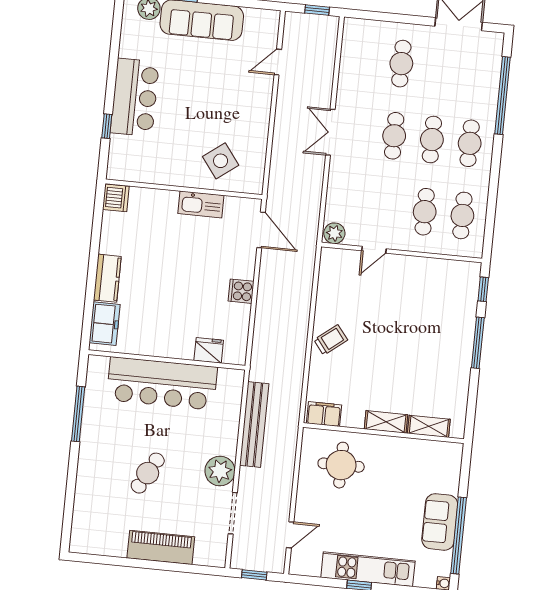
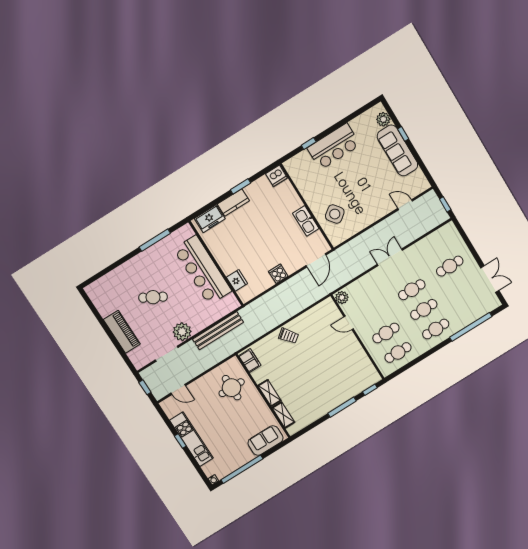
window: (94, 253) -> (240, 186), added
sofa: (440, 522) -> (265, 441), moved

